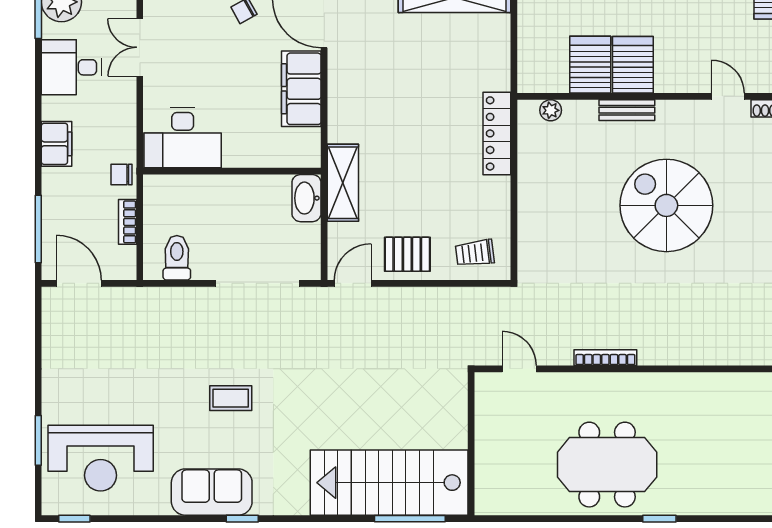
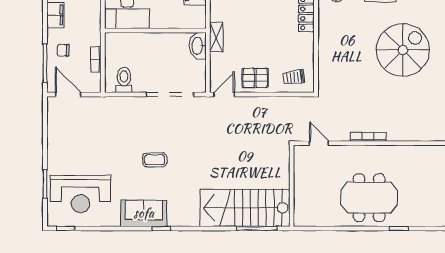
chair: (122, 174) -> (63, 50), moved
shelving: (343, 183) -> (216, 37), width x0.67, depth x0.75
spiral stairs: (666, 205) -> (403, 50), turned 90

